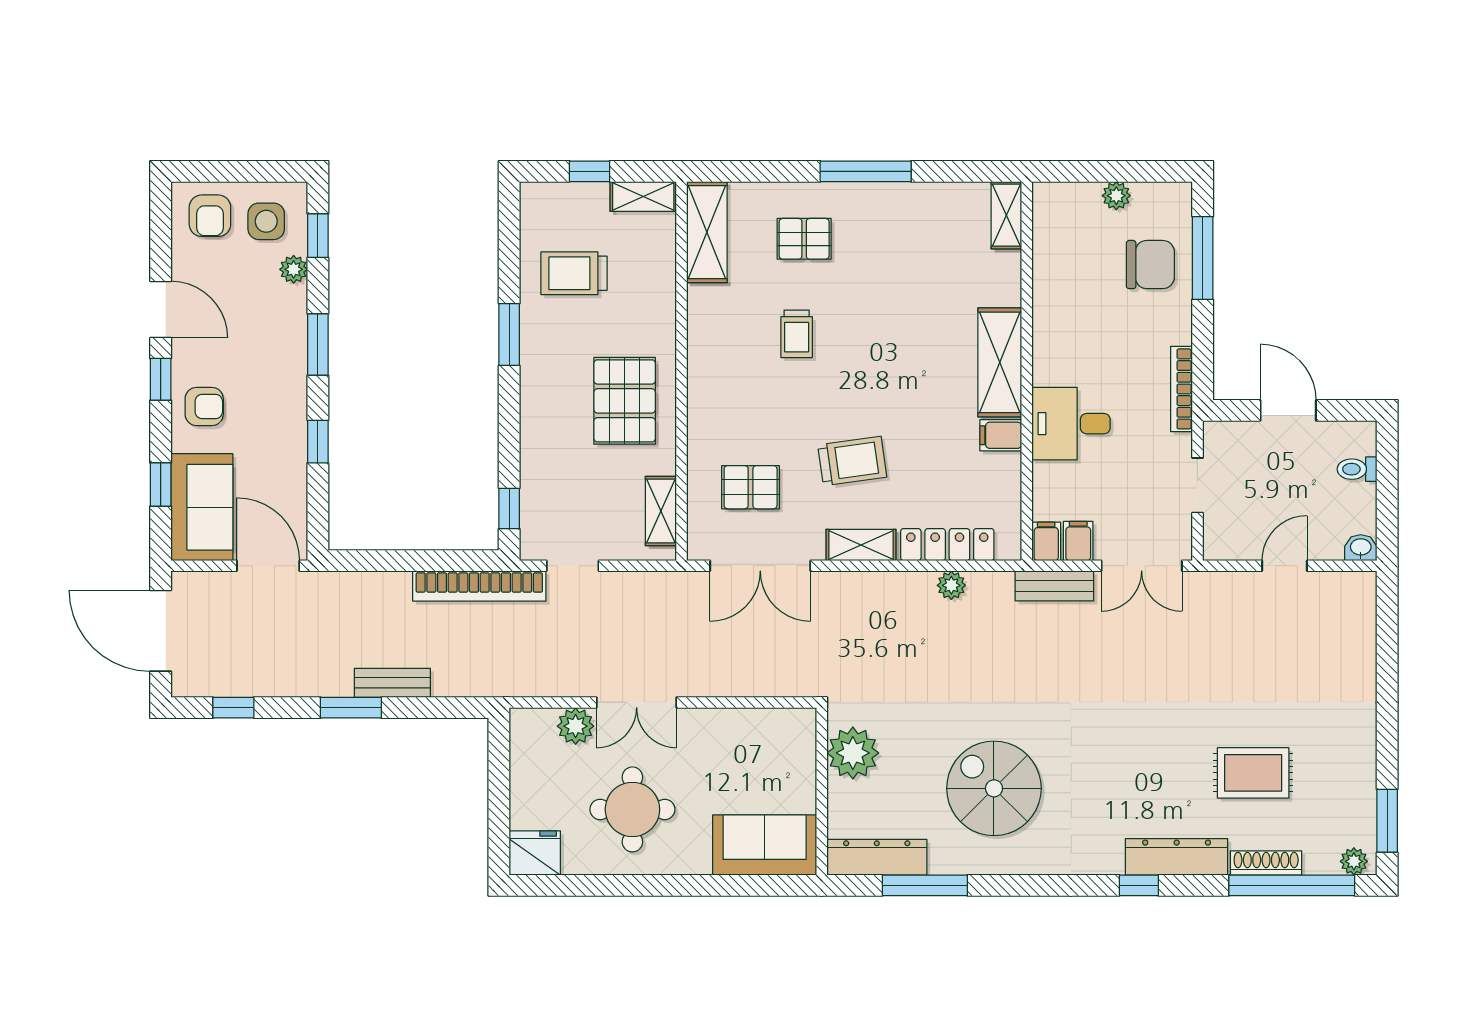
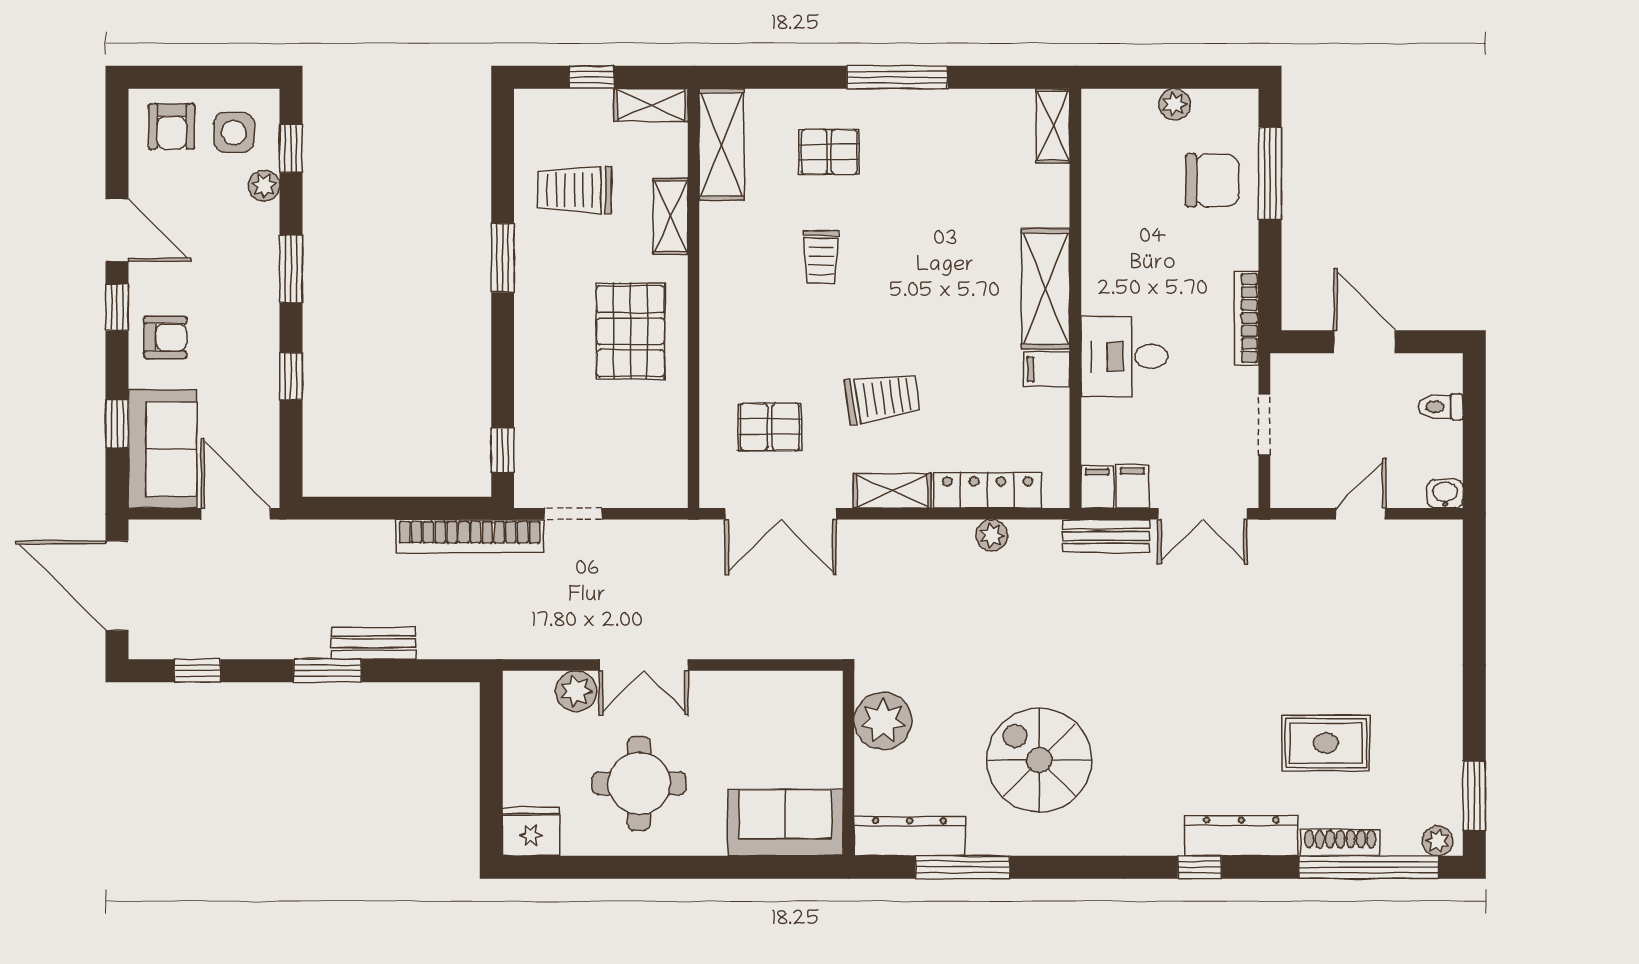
shelving: (661, 511) -> (671, 216), moved

